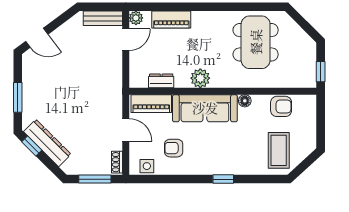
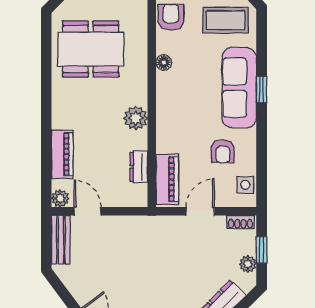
sofa: (205, 108) -> (239, 88), moved, turned 180
plant: (84, 168) -> (248, 264), added
window: (95, 179) -> (262, 250), width x0.67

